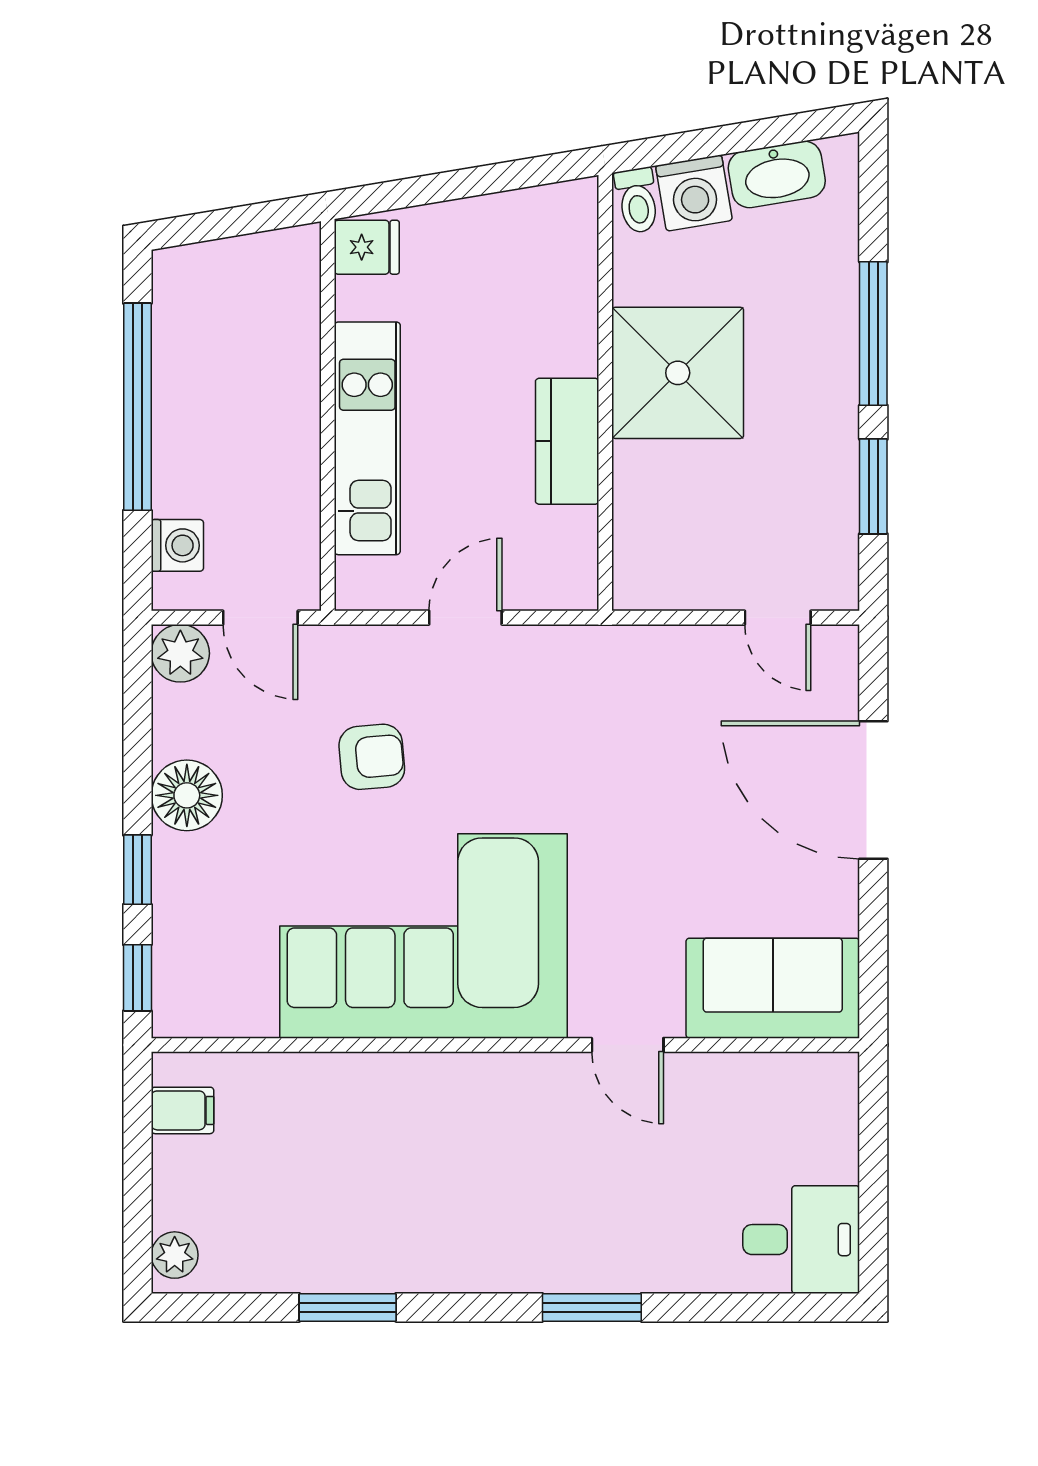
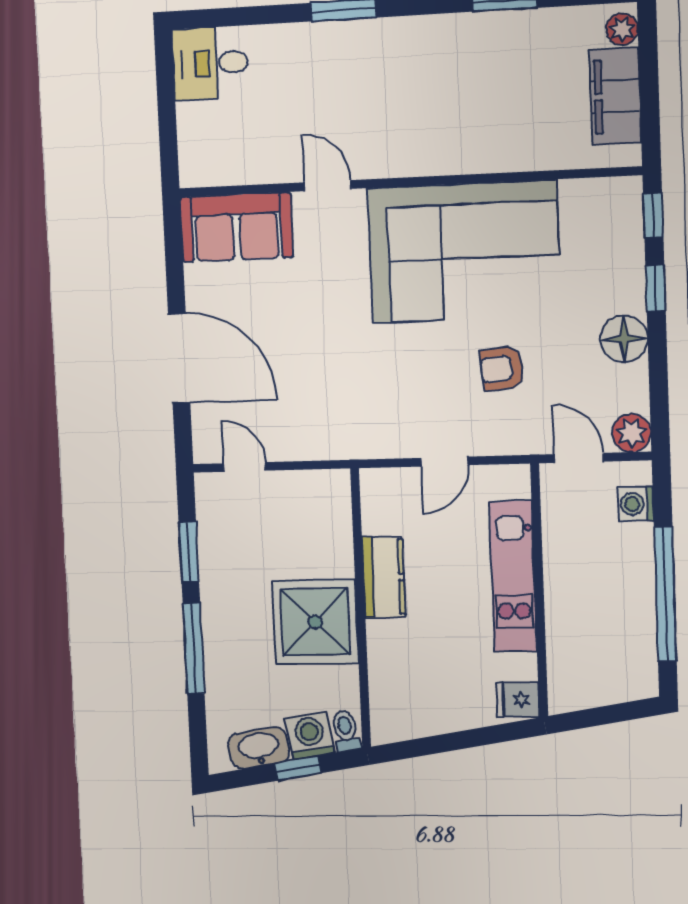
window: (716, 141) -> (298, 768), added
filing cabinet: (182, 1110) -> (615, 96), width x3.00, depth x1.17

